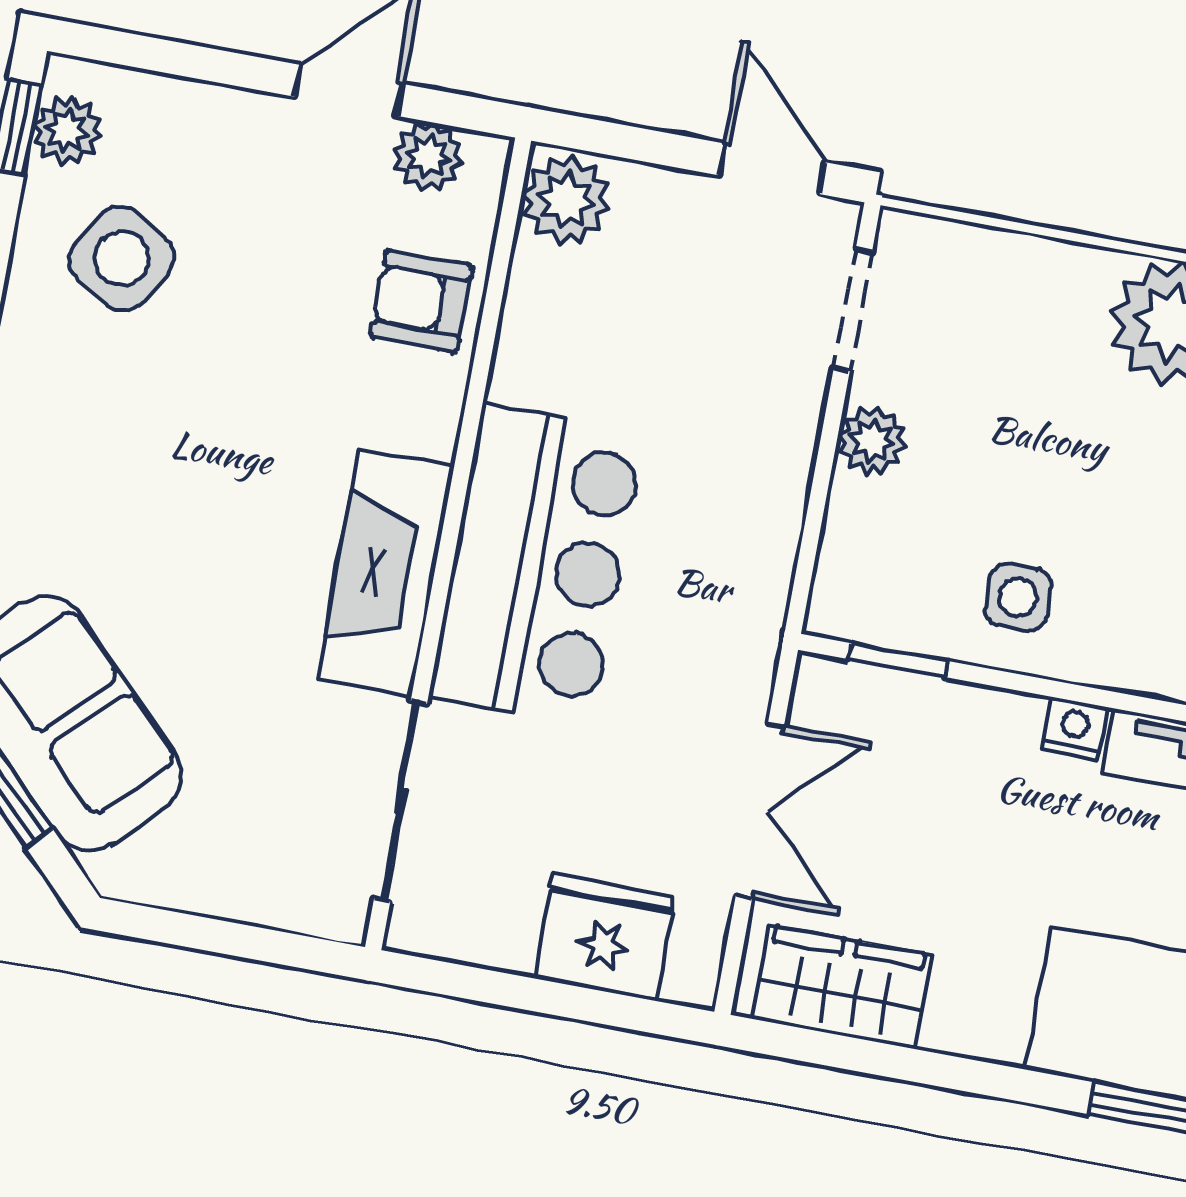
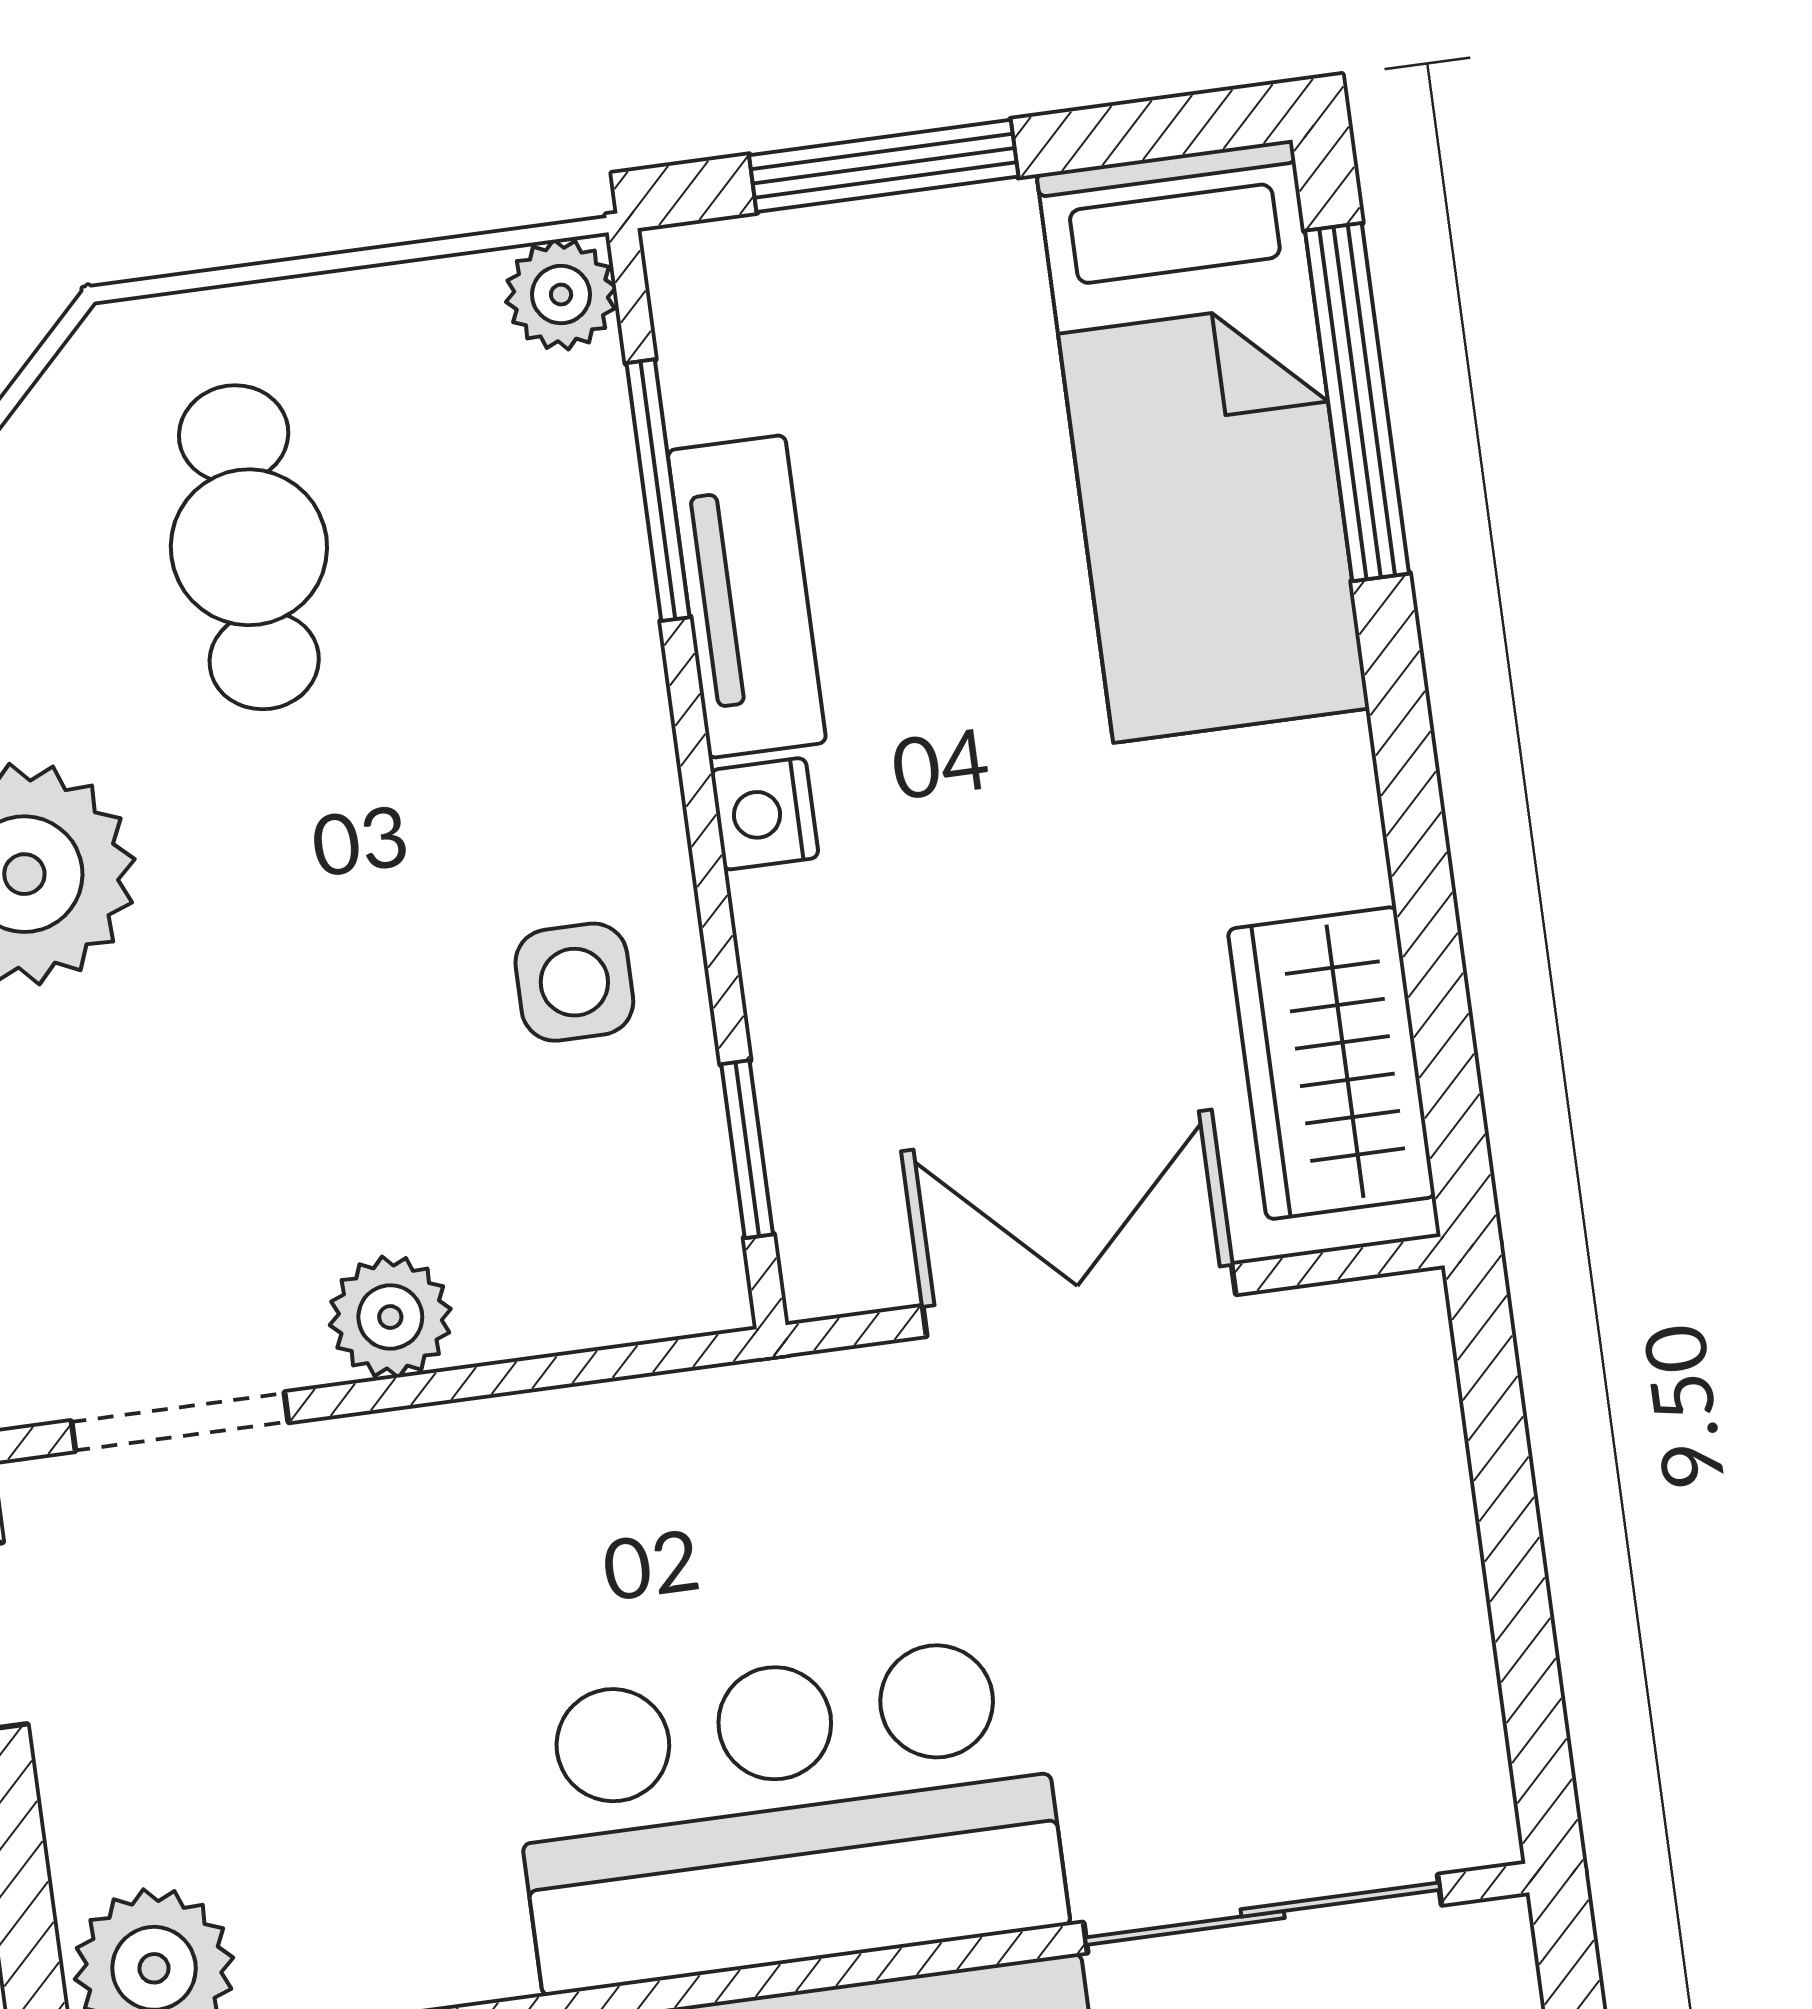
fridge: (604, 937) -> (1380, 1493), removed

